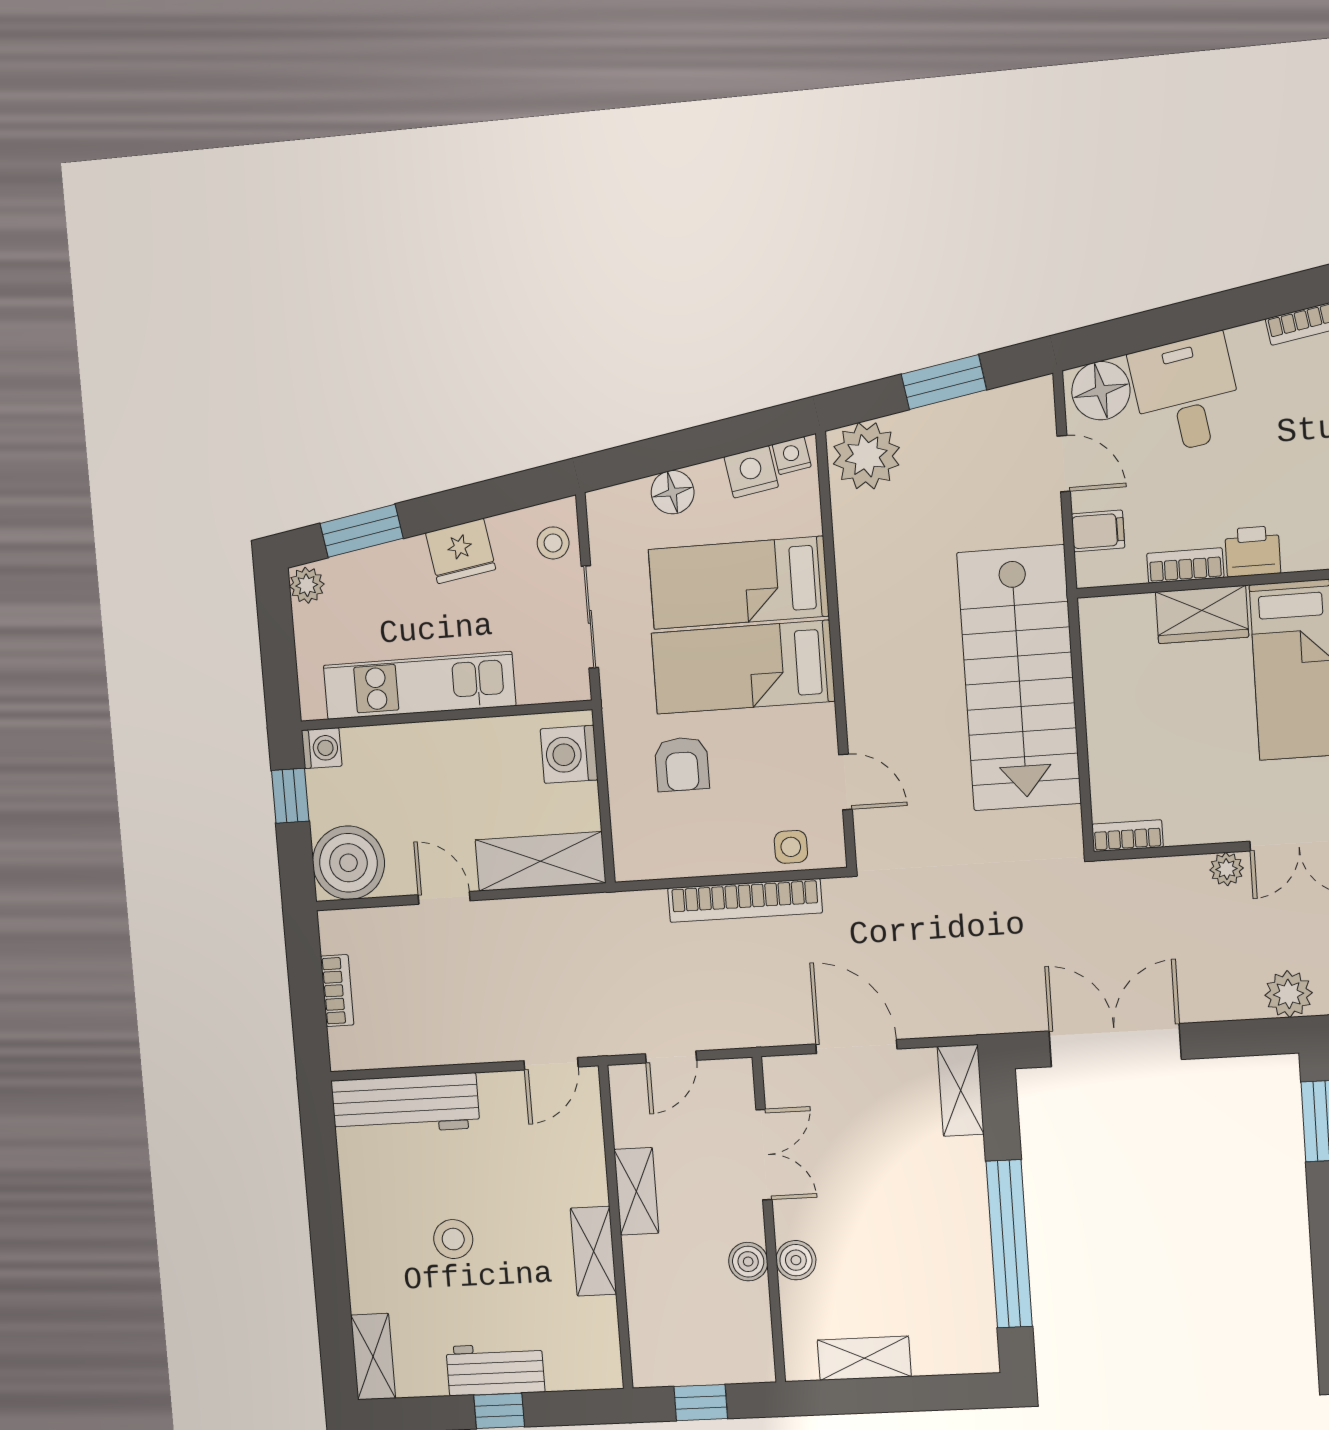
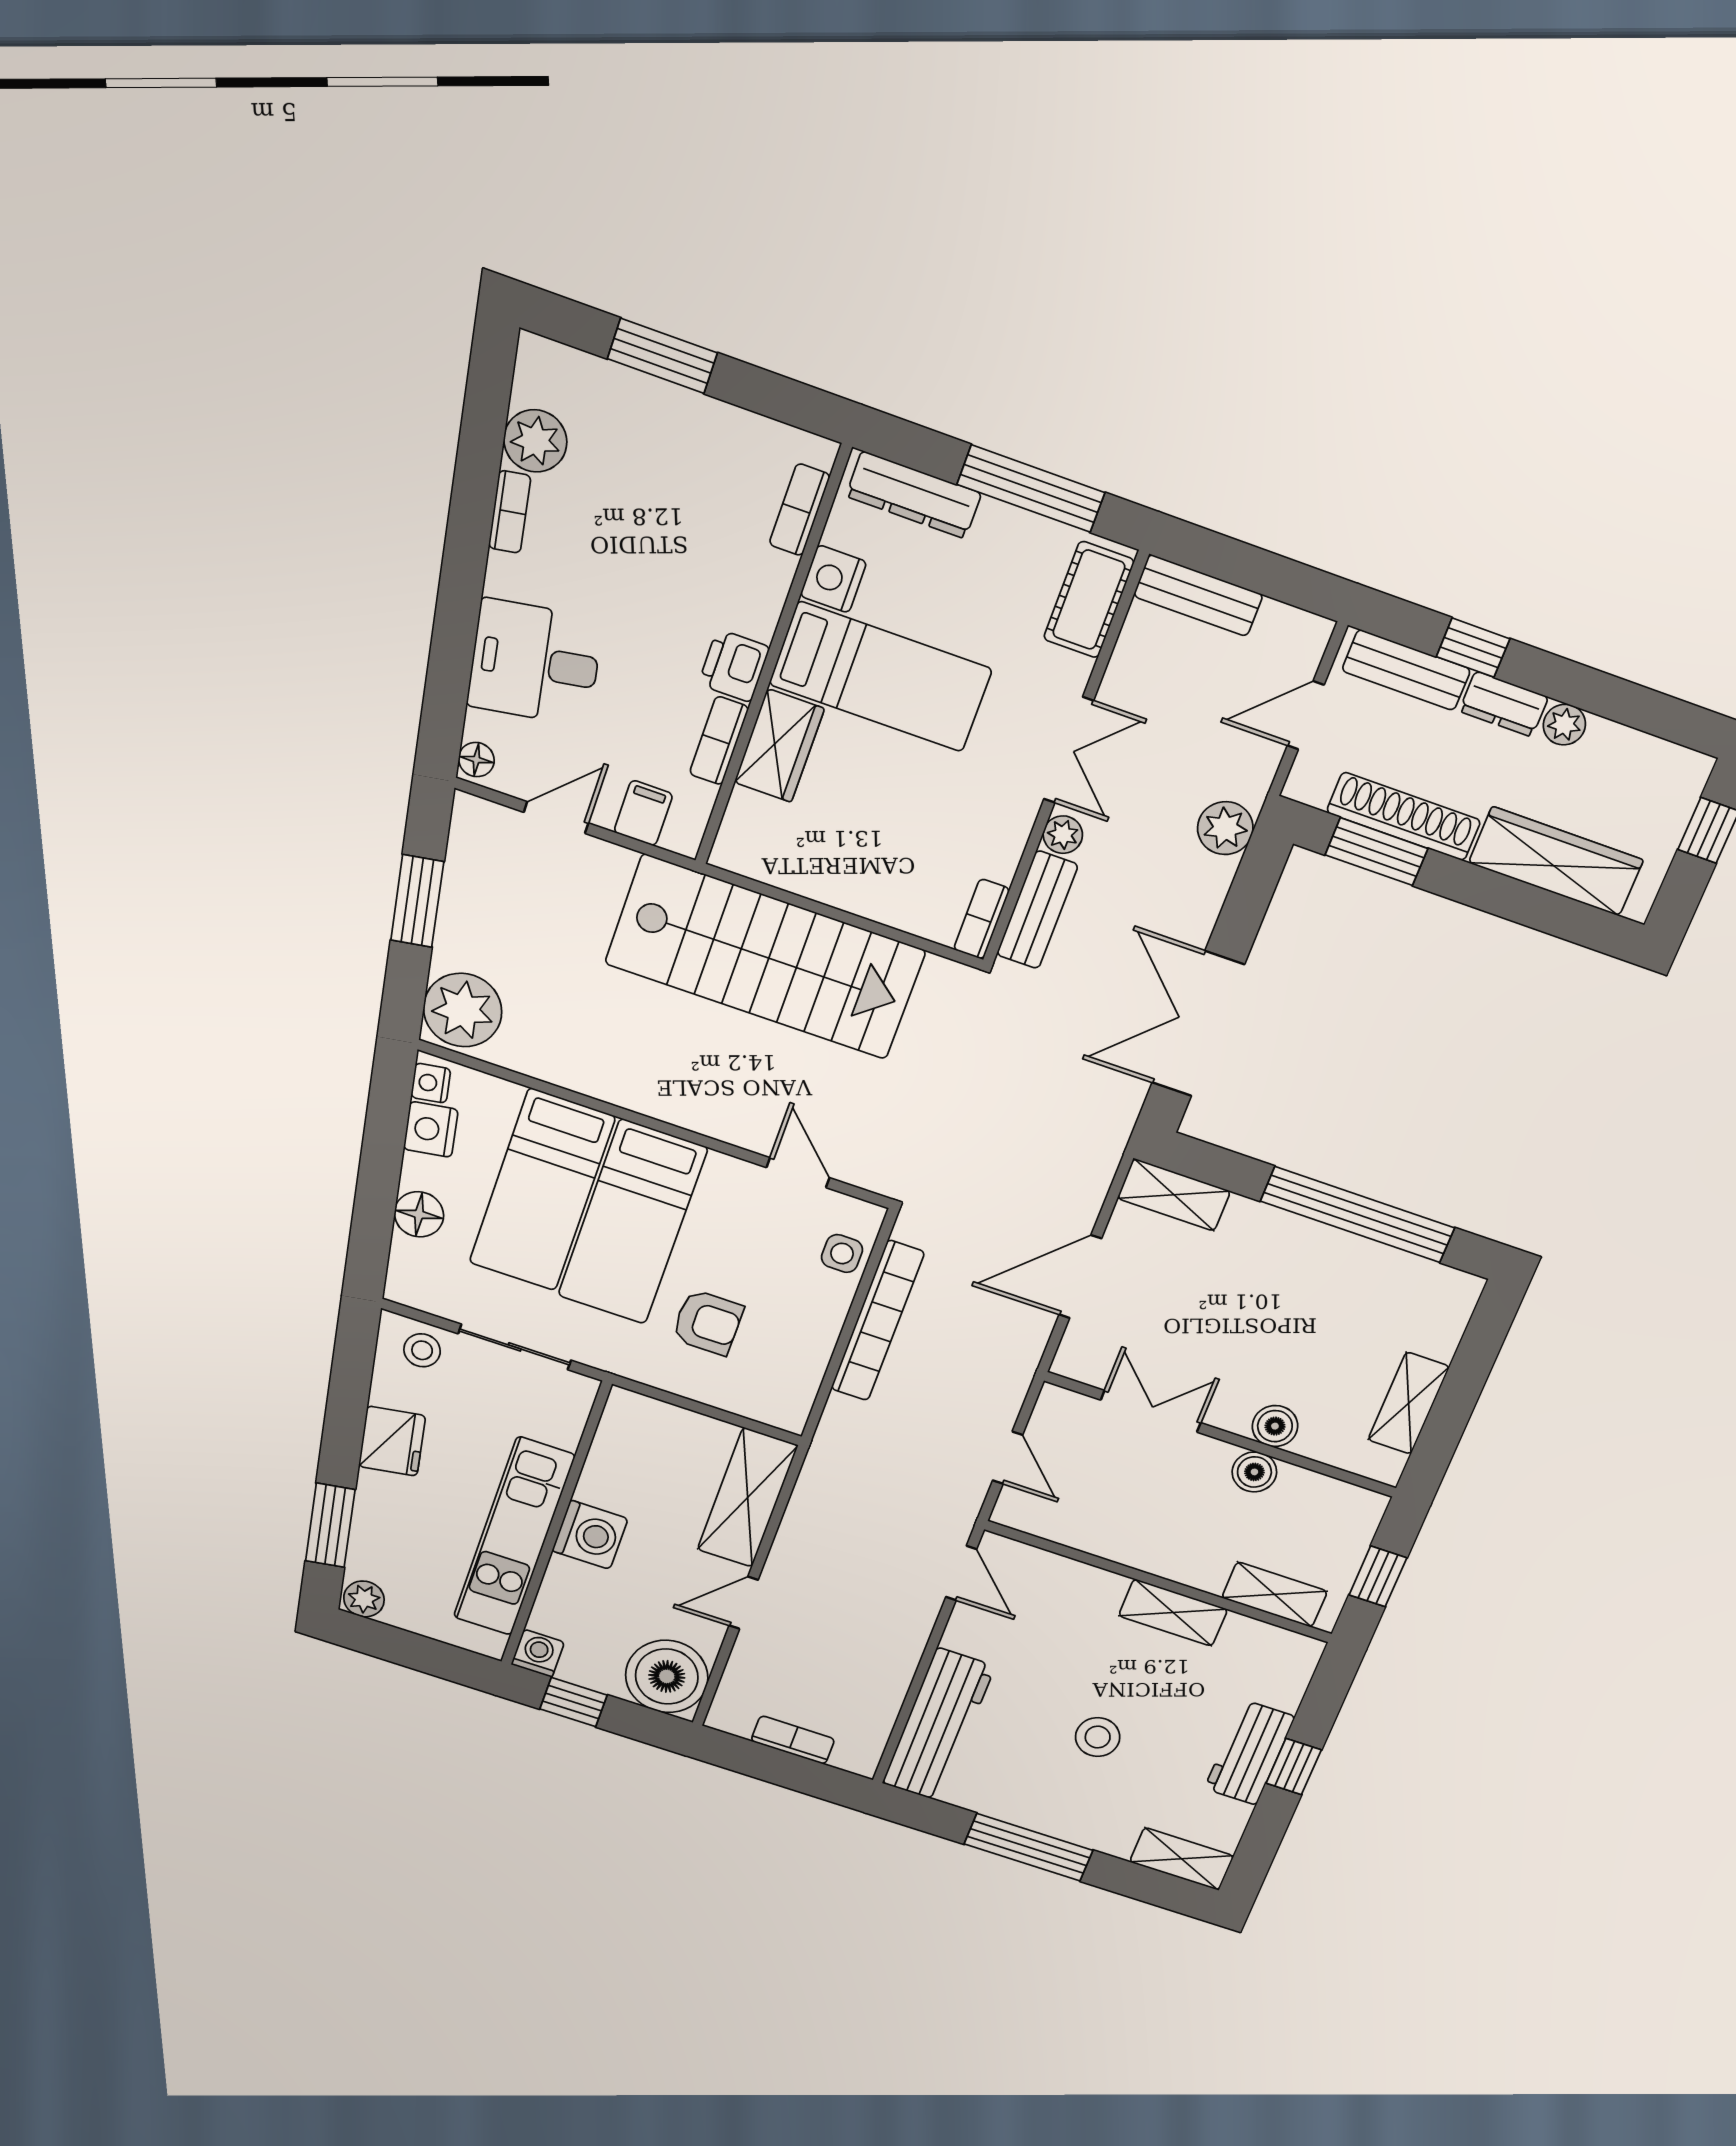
floor lamp: (1101, 391) -> (476, 760), width x0.53, depth x0.53
washing machine: (569, 754) -> (590, 1535), moved, turned -90
door: (845, 782) -> (798, 1173), hinge flipped
bench: (1155, 876) -> (1037, 910), added
shelving: (636, 1191) -> (1275, 1594), moved
window: (327, 1226) -> (1029, 1847), added

